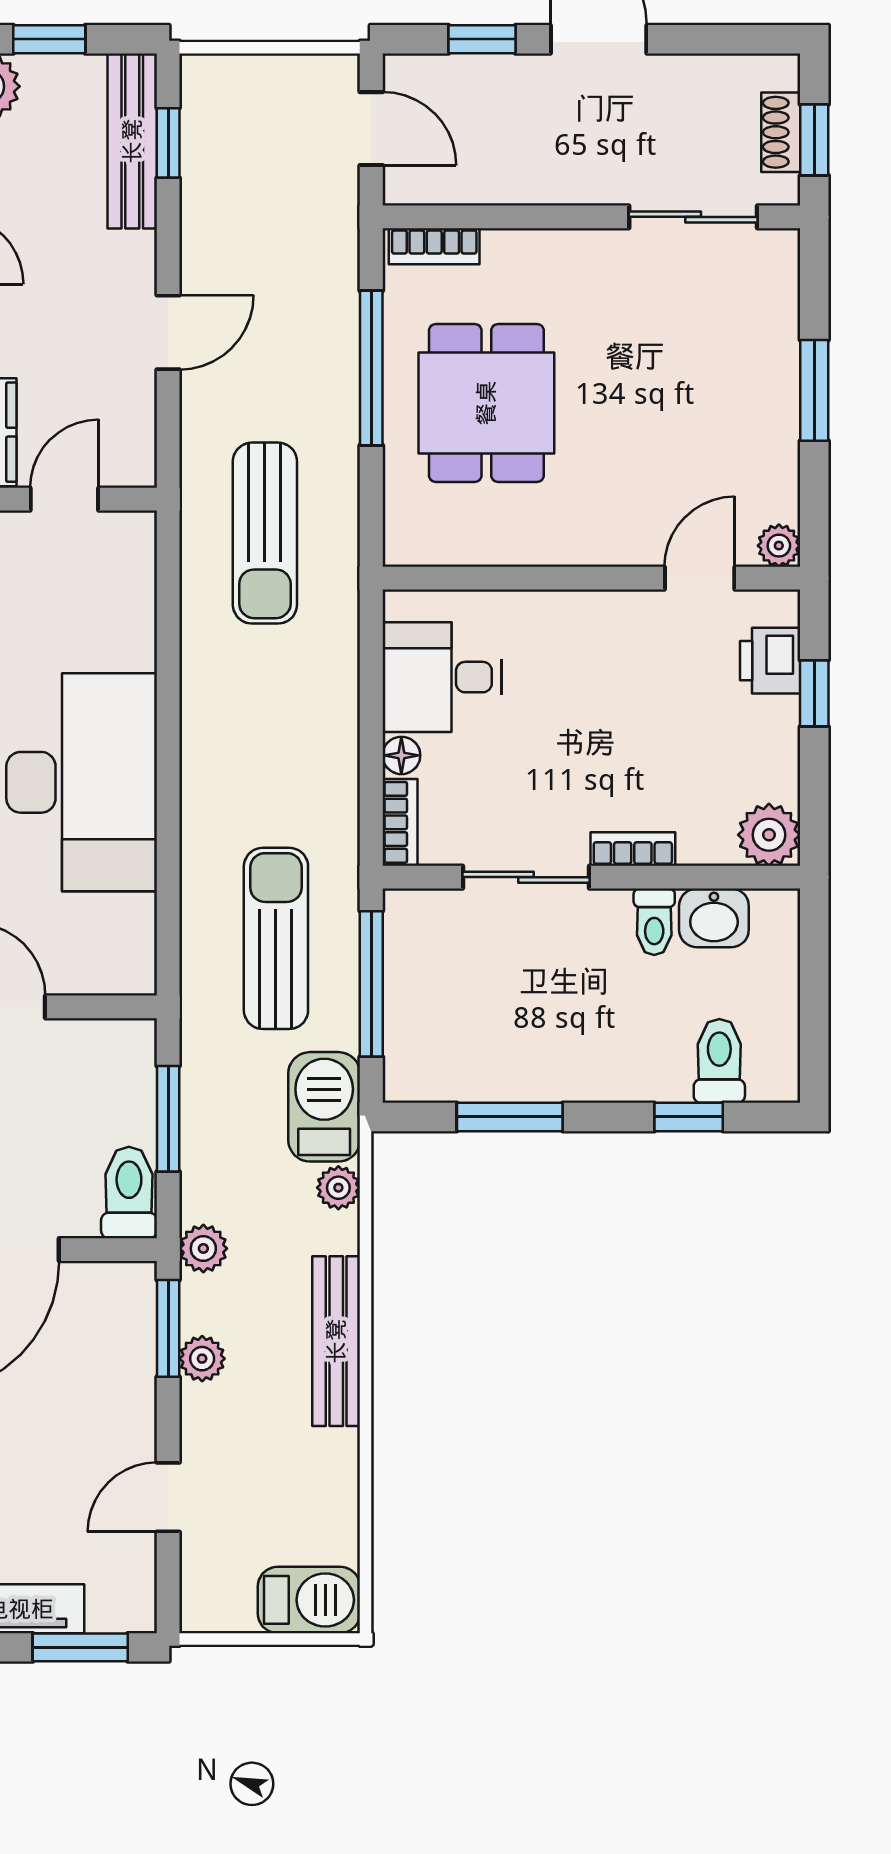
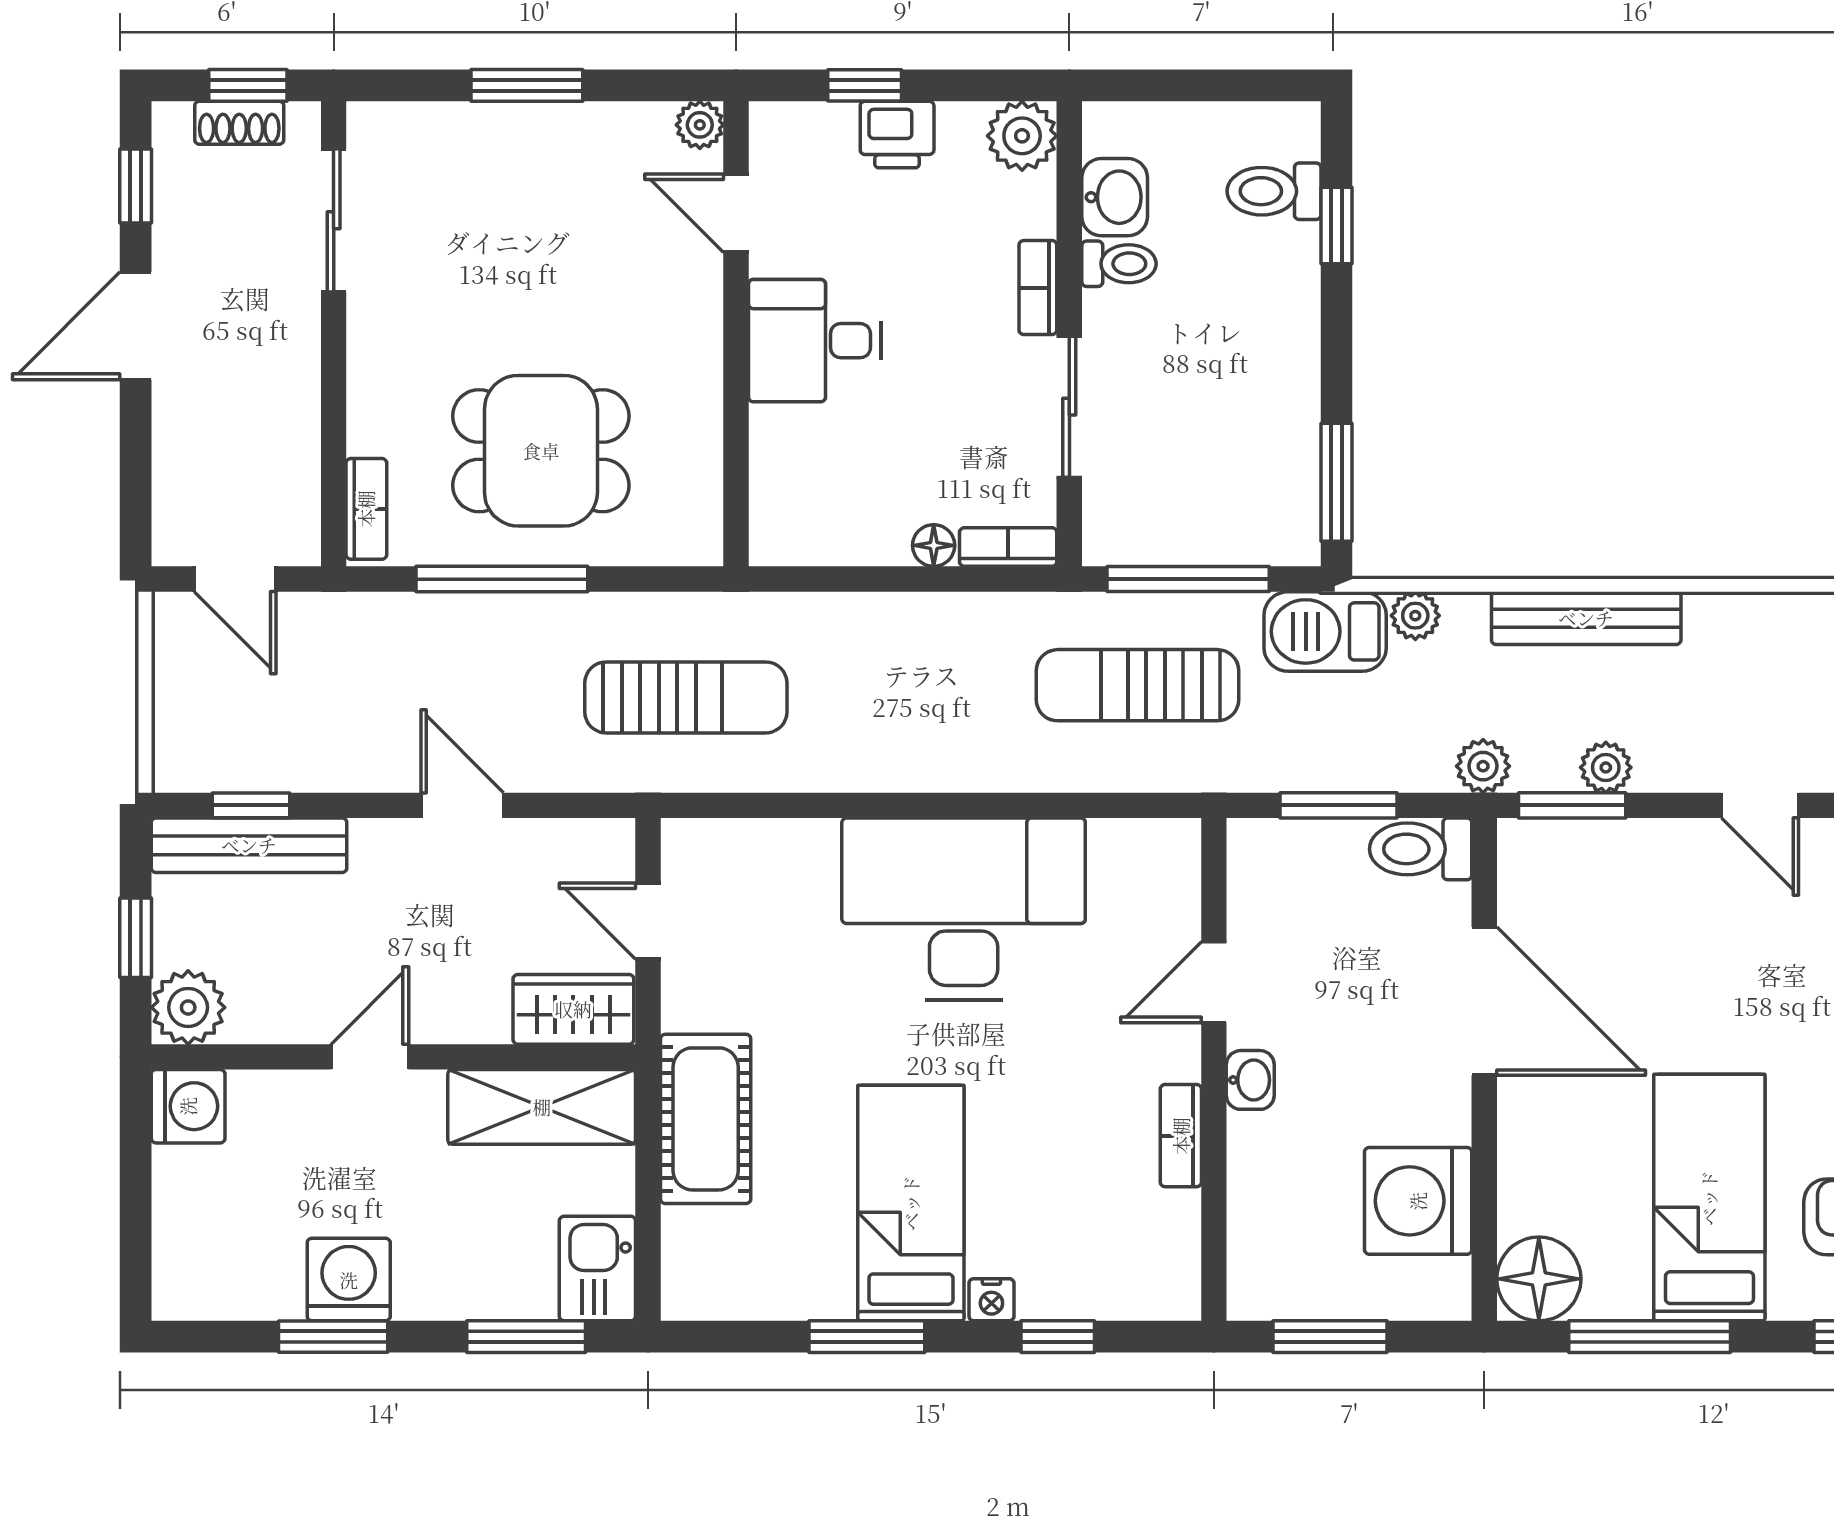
window: (482, 39) -> (136, 186), moved
door: (371, 129) -> (235, 579), swing flipped
printer: (770, 661) -> (897, 135), moved
desk: (442, 677) -> (815, 341), moved, turned 90
window: (510, 1117) -> (1336, 482), moved

